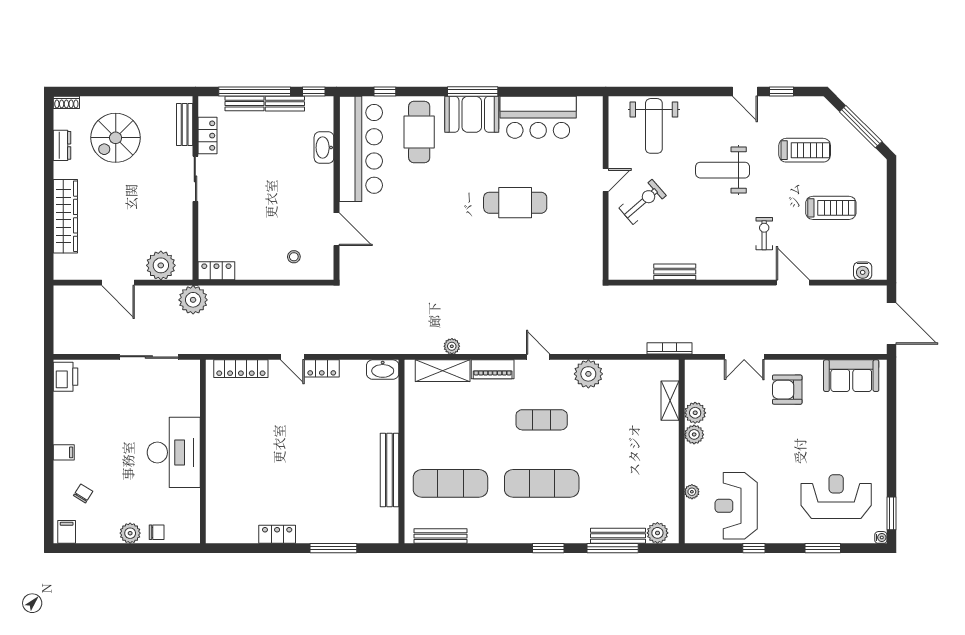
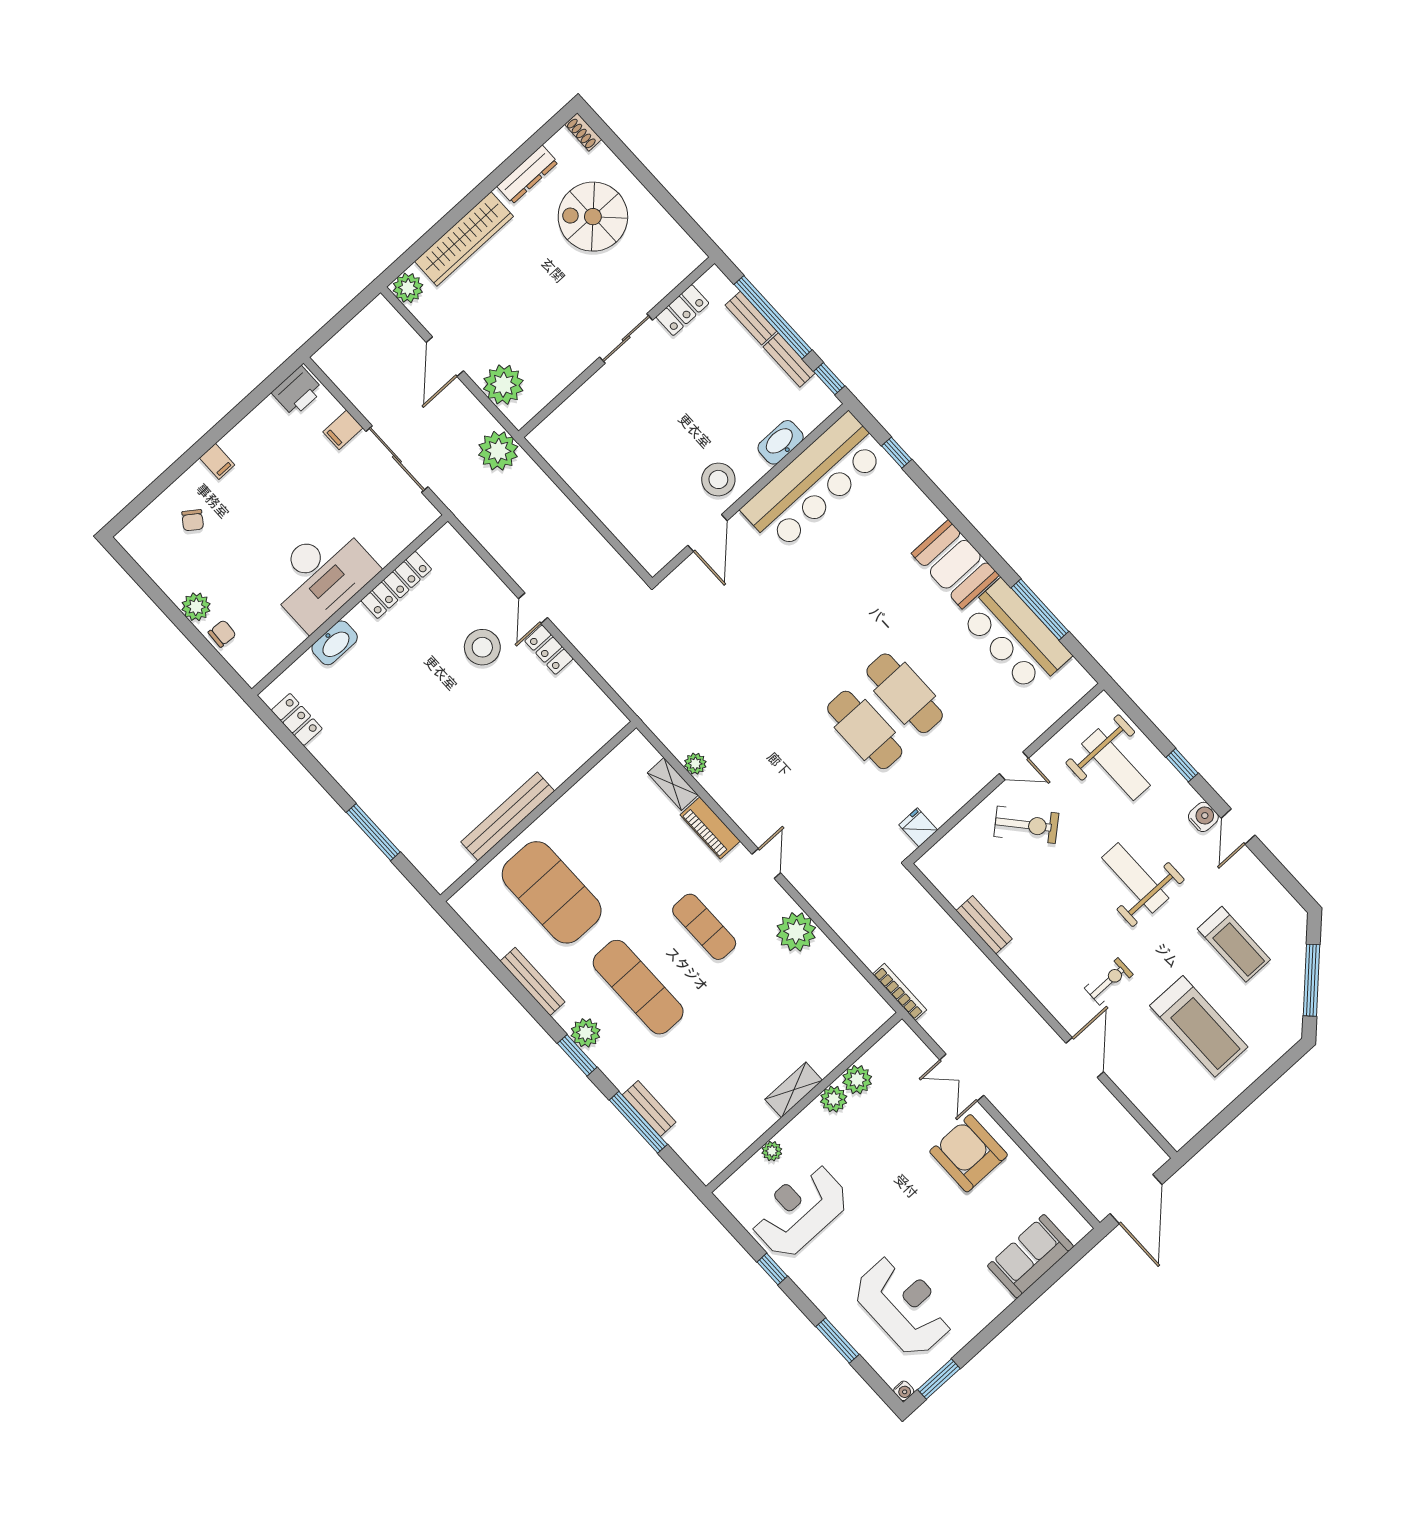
window: (473, 92) -> (1040, 610), moved
window: (782, 92) -> (1182, 765), moved
bench: (185, 124) -> (672, 276), removed
weight bench: (654, 126) -> (1116, 765), turned -90
cafe table: (419, 132) -> (865, 730), moved, turned 90
dresser: (62, 145) -> (527, 174), width x1.44
treadmill: (831, 208) -> (1199, 1026), width x1.37, depth x1.38
stool: (294, 257) -> (718, 479), moved, width x1.89, depth x1.89
fridge: (592, 260) -> (918, 827), added
plant: (64, 269) -> (408, 288), added
locker: (216, 271) -> (551, 447), removed
water cooler: (863, 271) -> (1203, 817), moved, turned 180
locker: (241, 369) -> (396, 585), moved, turned -90
washbasin: (383, 370) -> (335, 643), moved, turned -90
shelving: (443, 371) -> (673, 784), width x0.67, depth x0.75
sofa: (851, 376) -> (1030, 1256), moved, turned 90
armchair: (787, 390) -> (969, 1153), width x1.36, depth x1.36
shelving: (670, 401) -> (794, 1090), moved
stool: (289, 402) -> (482, 647), added
exercise mat: (450, 483) -> (552, 892), width x1.47
chair: (83, 493) -> (193, 520), turned 94
filing cabinet: (67, 532) -> (343, 430), moved, turned 180
chair: (157, 532) -> (222, 634), turned -87
plant: (657, 533) -> (586, 1033), moved
locker: (277, 534) -> (297, 719), moved
bench: (440, 536) -> (533, 982), moved
bench: (618, 536) -> (649, 1109), width x0.73

